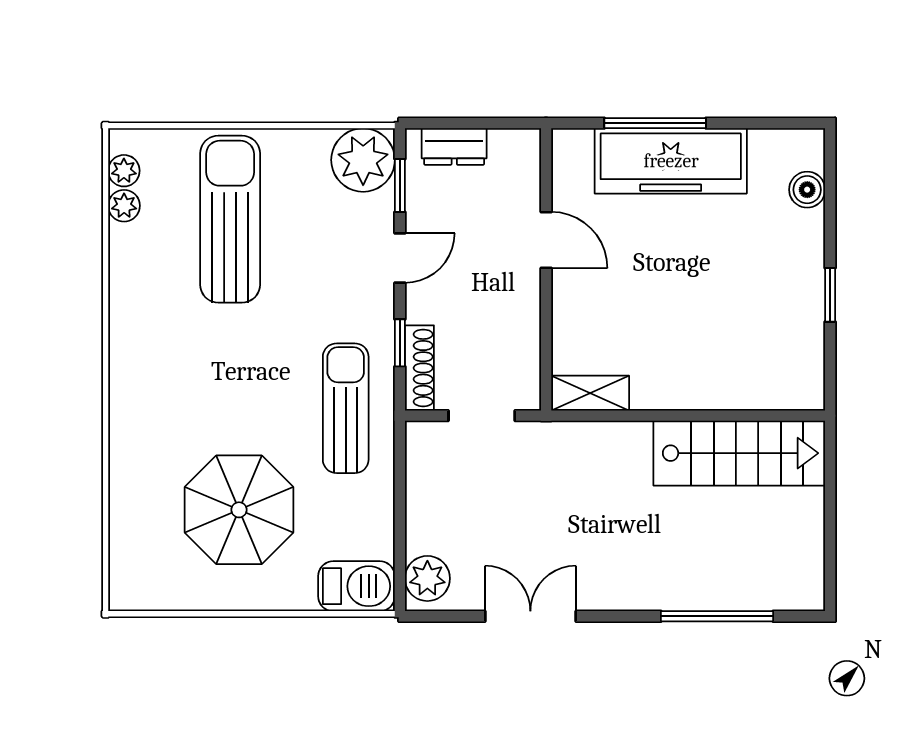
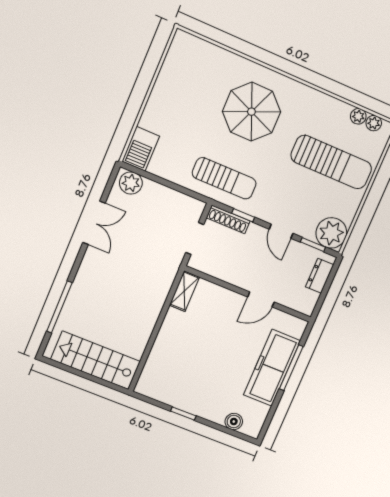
stairs: (739, 453) -> (96, 360), moved, turned 90
parasol: (239, 510) -> (251, 112), moved

